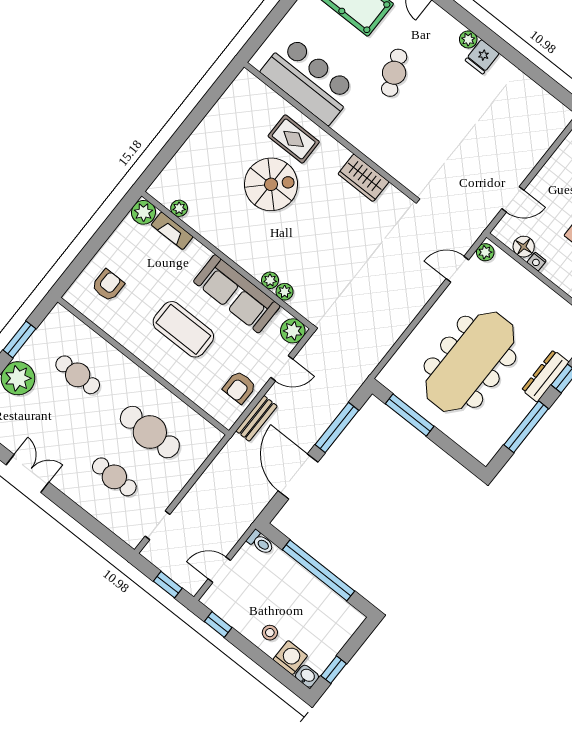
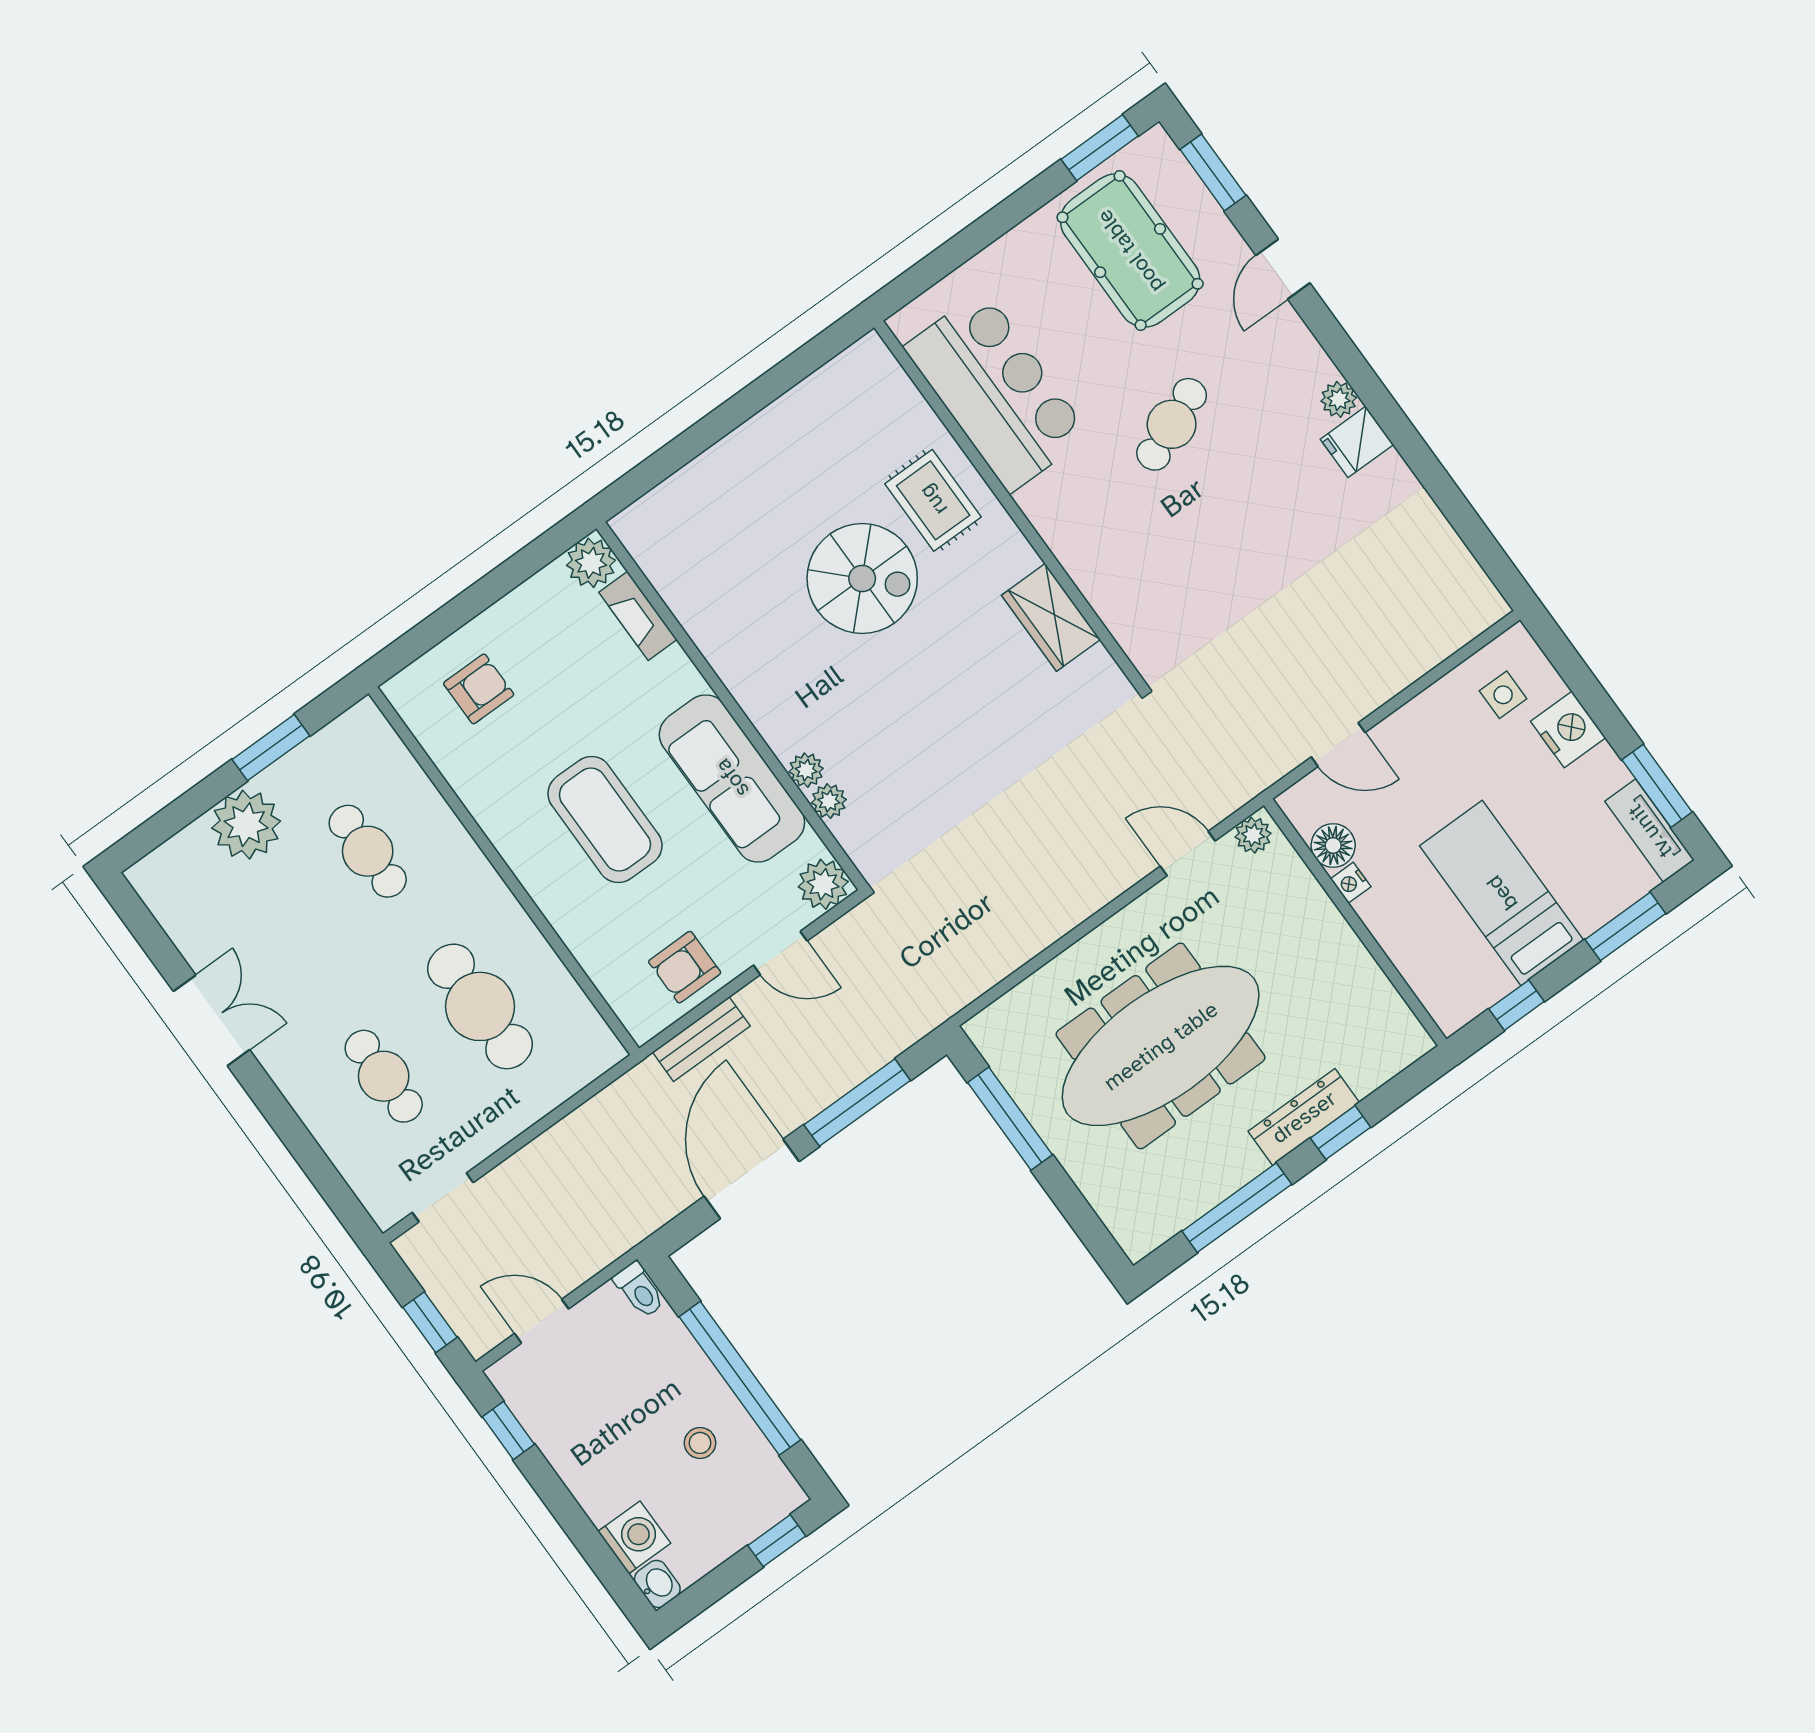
plant: (179, 208) -> (665, 575), removed
stool: (270, 633) -> (700, 1443), moved
window: (334, 670) -> (777, 1541), moved

